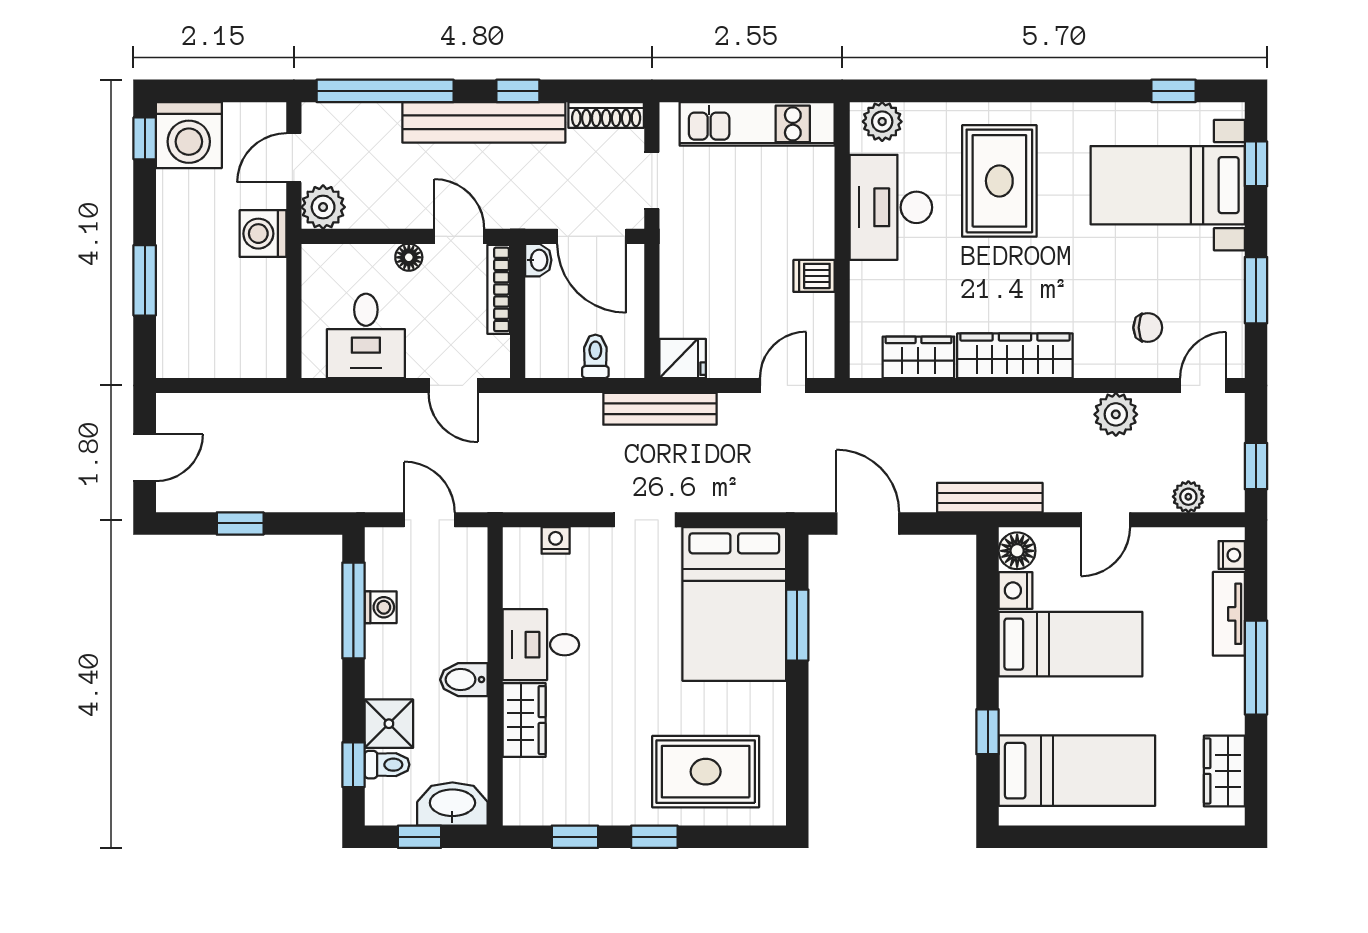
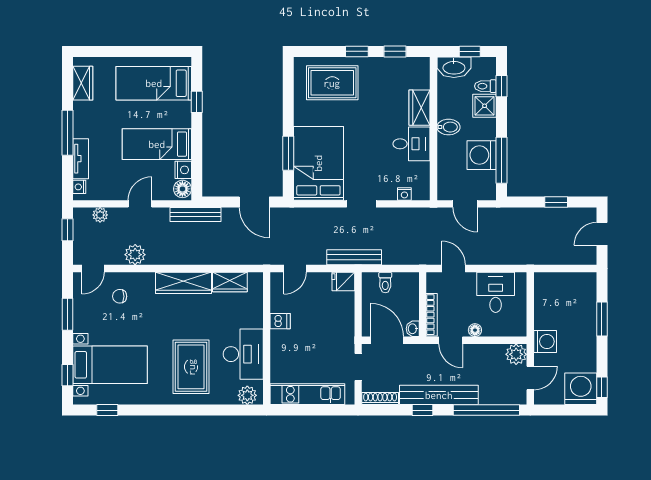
washing machine: (381, 607) -> (482, 155), width x1.89, depth x1.89

